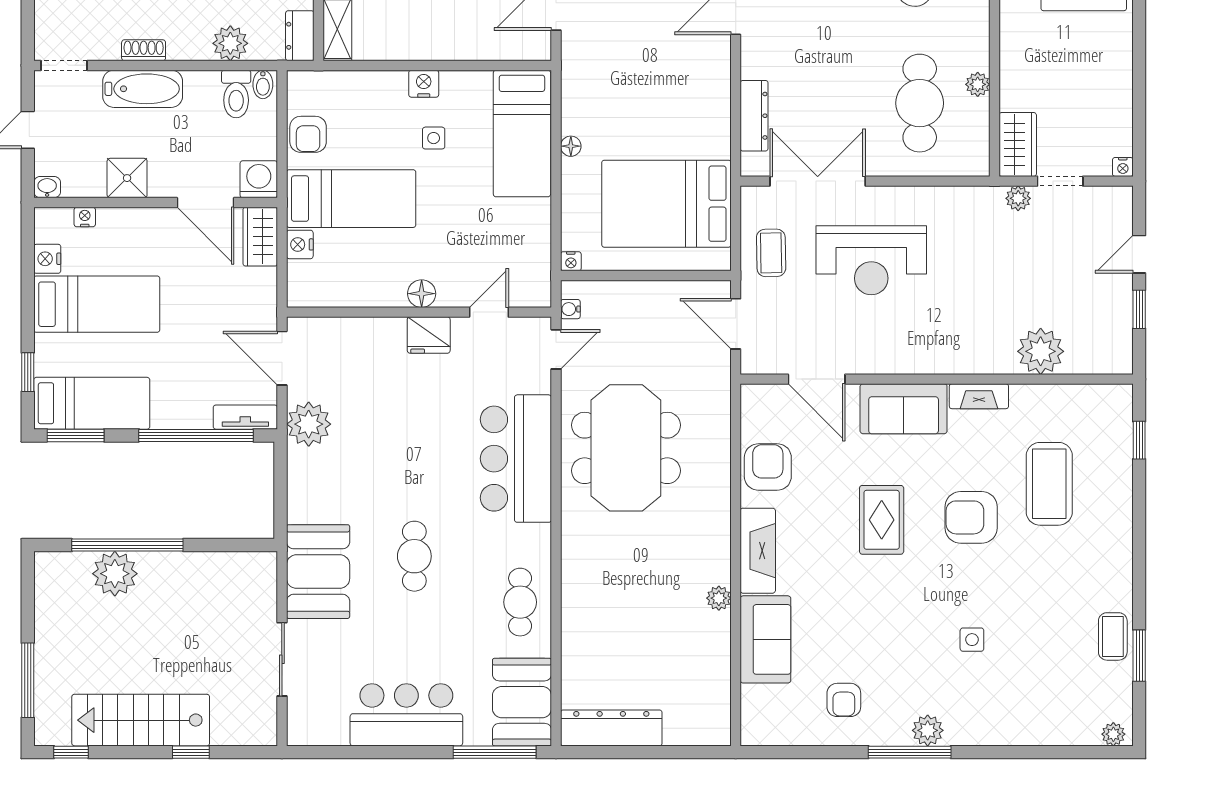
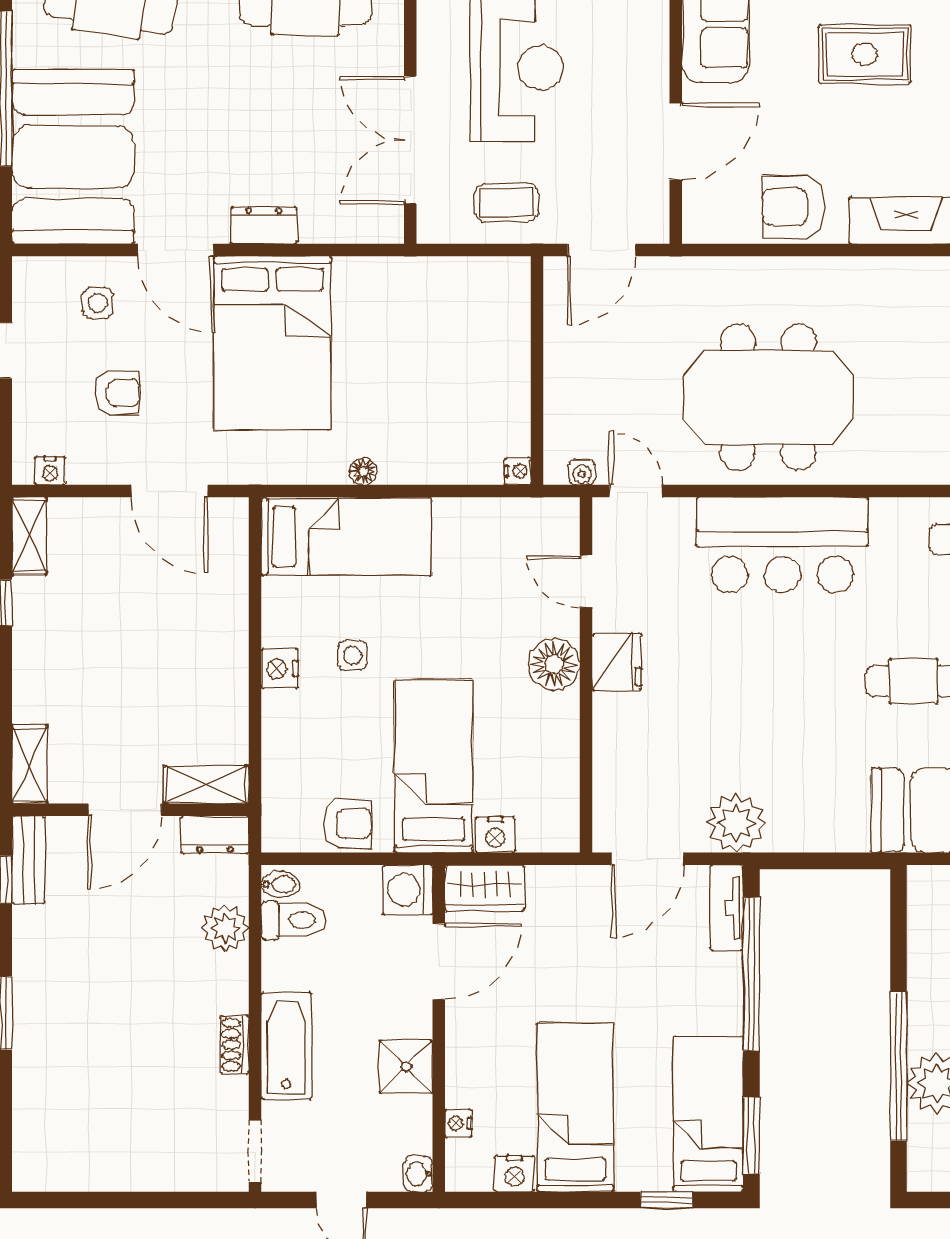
dresser: (754, 116) -> (264, 225), moved, width x0.70
bed: (666, 204) -> (272, 343), moved
floor lamp: (422, 294) -> (554, 664), width x1.38, depth x1.38

